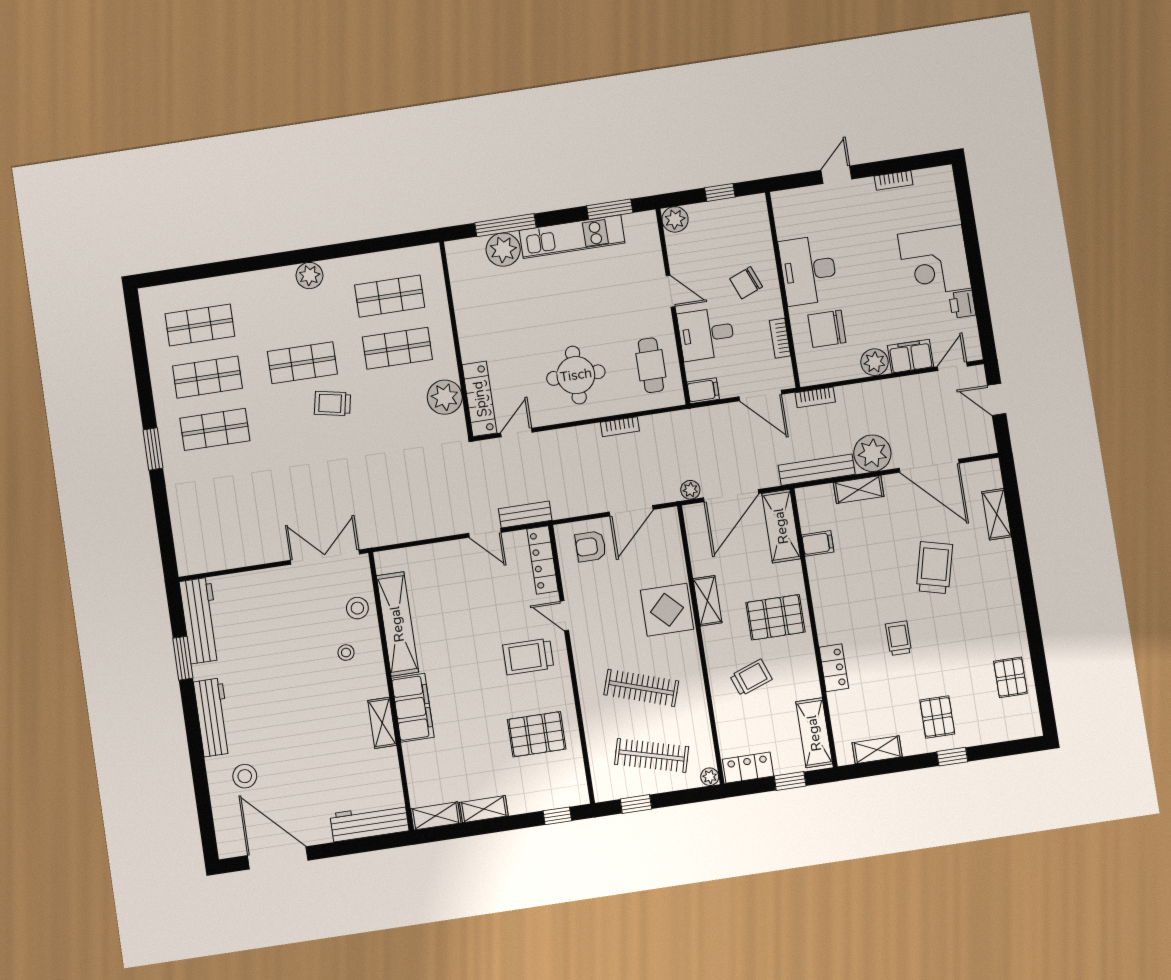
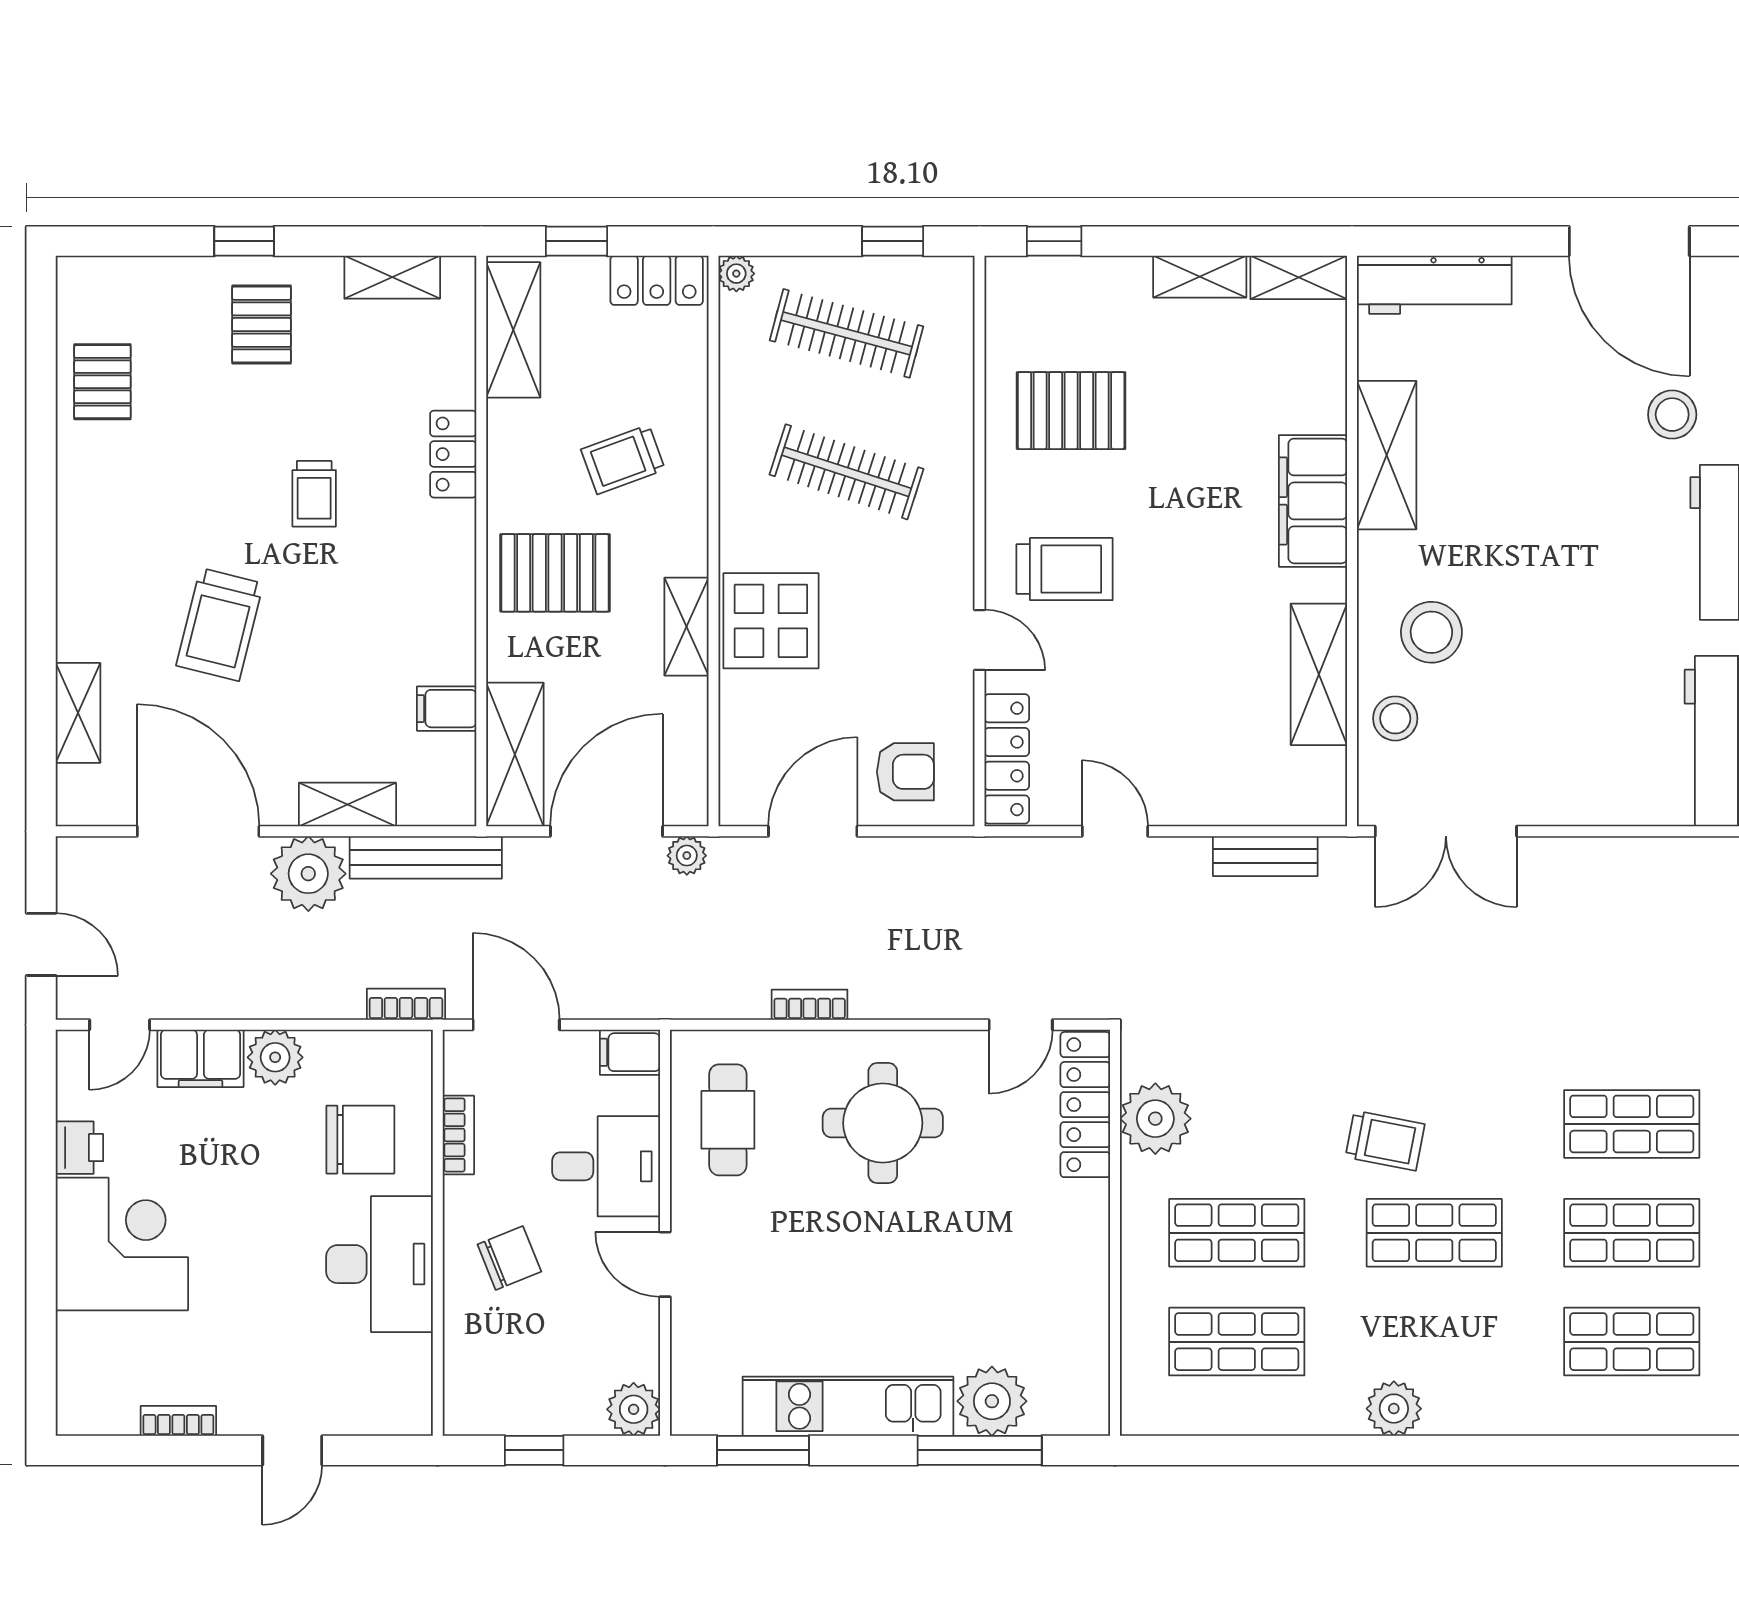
bench: (525, 515) -> (1265, 856), moved
shelving: (397, 624) -> (1319, 674), width x0.68
stool: (346, 653) -> (1431, 632), width x1.89, depth x1.89
shelving: (382, 723) -> (1387, 455), width x1.50, depth x1.33

